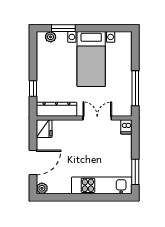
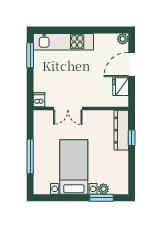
plant: (51, 37) -> (103, 189), moved
window: (135, 88) -> (30, 156), moved
dresser: (57, 109) -> (121, 130), moved, turned 90
fridge: (44, 129) -> (121, 87), moved

